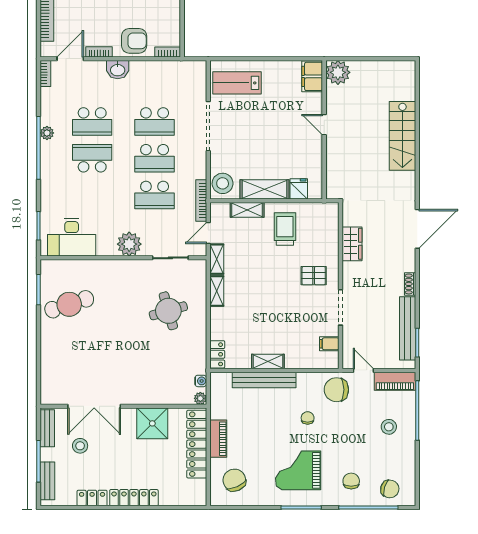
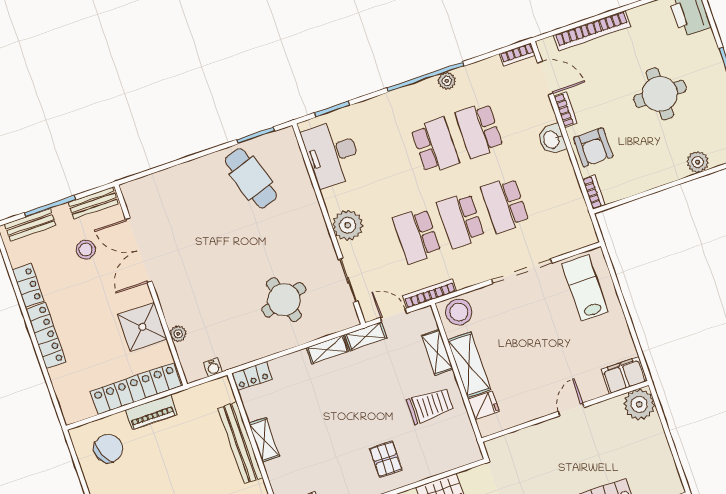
plant: (200, 398) -> (178, 334), moved

